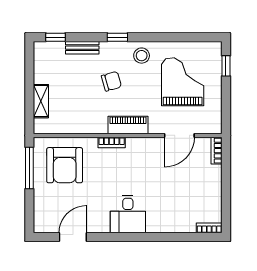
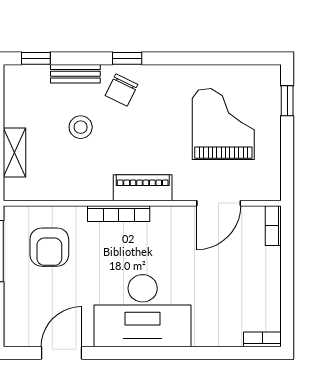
stool: (142, 56) -> (81, 127), moved
chair: (111, 81) -> (122, 90), moved, turned 132
bookcase: (112, 143) -> (119, 214), width x1.56
armchair: (65, 165) -> (49, 247), width x0.73, depth x0.73
desk: (128, 214) -> (143, 311), width x1.87, depth x1.30

